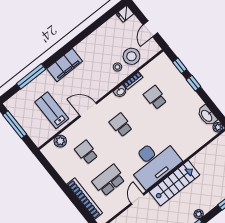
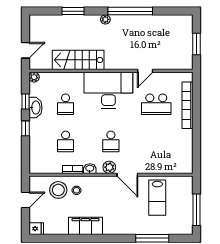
filing cabinet: (65, 65) -> (85, 226), moved
window: (180, 66) -> (25, 101), moved
washbasin: (207, 116) -> (35, 108), moved
plant: (60, 141) -> (109, 167), moved
school desk: (86, 152) -> (66, 104), moved
stairs: (174, 183) -> (78, 60), moved

